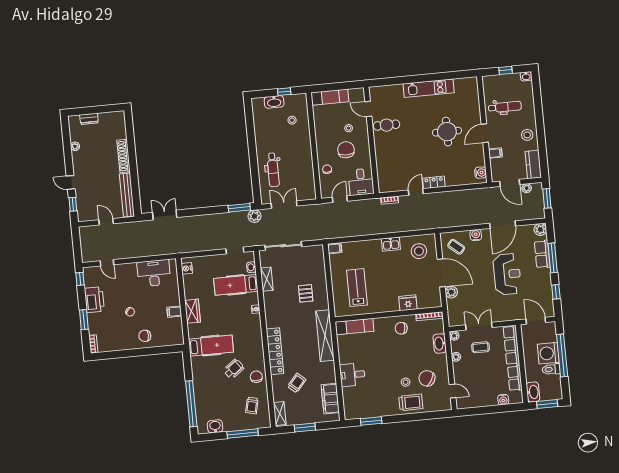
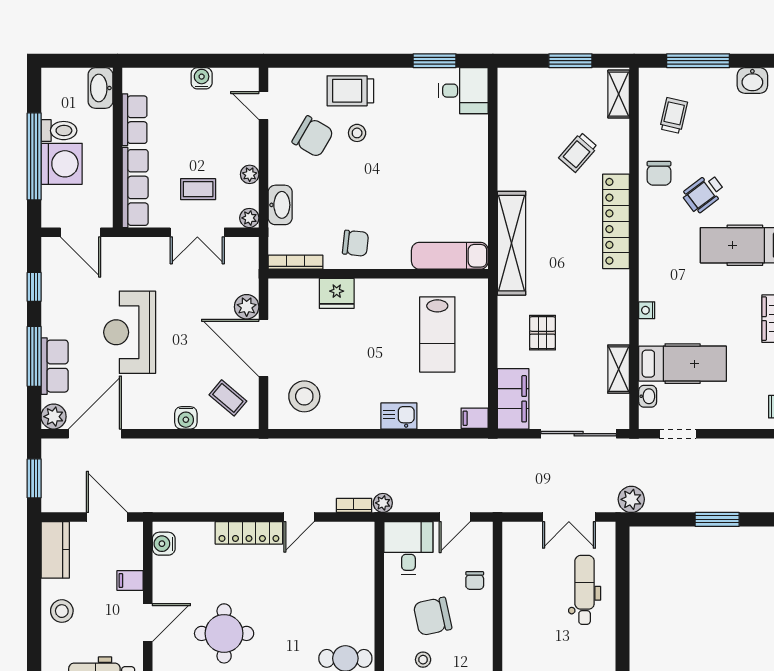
chair: (346, 150) -> (433, 616), turned 78
locker: (434, 182) -> (249, 533), width x1.53
plant: (527, 188) -> (383, 503), moved
window: (239, 208) -> (717, 519), moved
door: (503, 225) -> (95, 434), moved
kitchen sink: (391, 244) -> (399, 416), moved
desk: (352, 375) -> (463, 91), moved
filing cabinet: (330, 399) -> (513, 399), moved
water cooler: (503, 400) -> (202, 78), moved
window: (547, 404) -> (74, 61), removed

